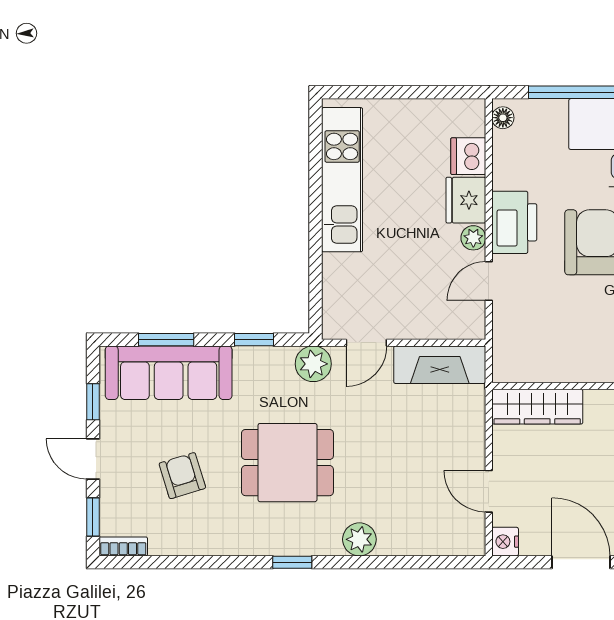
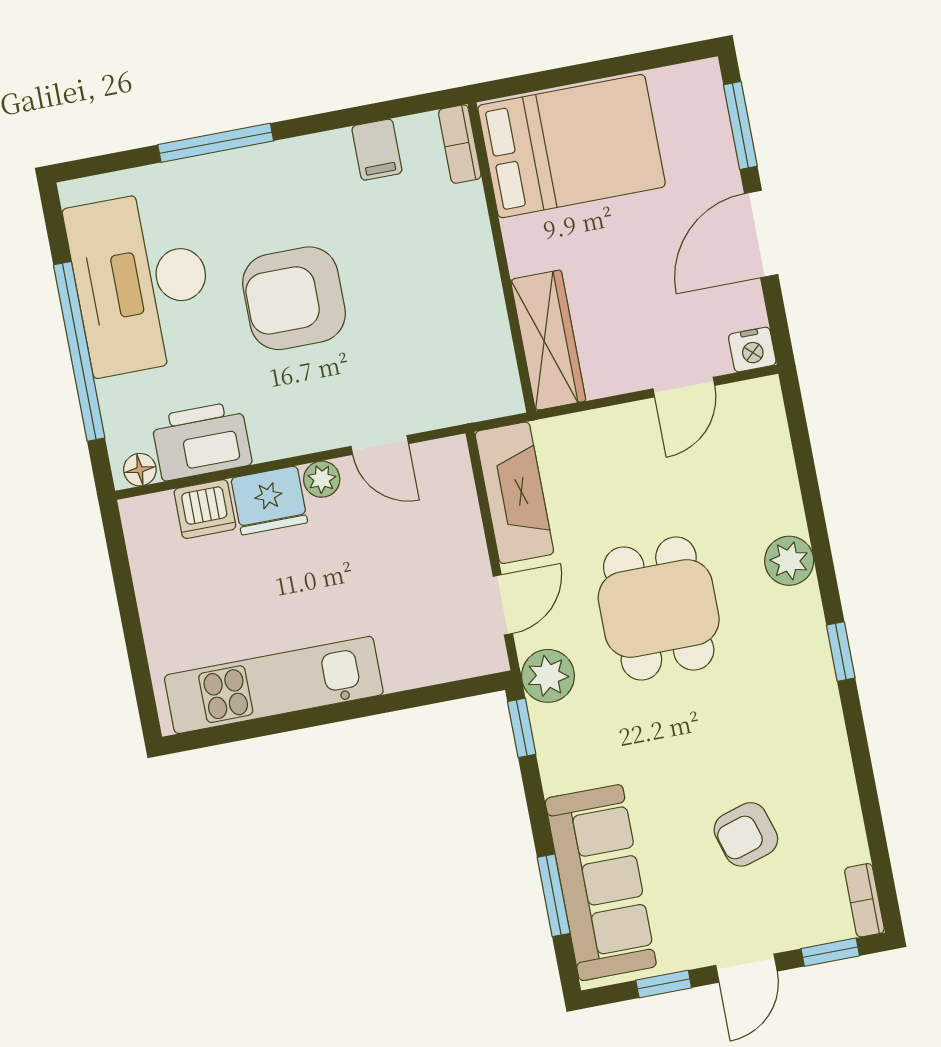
printer: (514, 222) -> (201, 441), moved
window: (254, 340) -> (522, 728), moved
door: (366, 343) -> (503, 605), hinge flipped
dining table: (287, 463) -> (659, 608), moved

